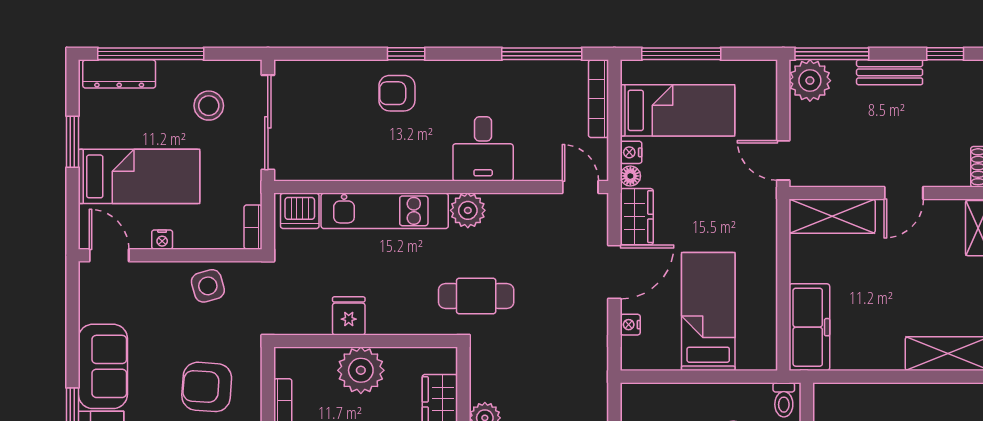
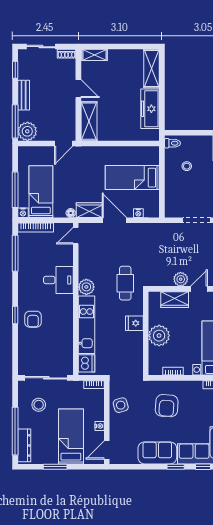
nightstand: (631, 152) -> (23, 213), moved
fridge: (349, 316) -> (134, 323), moved
freezer: (809, 327) -> (150, 109), moved, turned -90

